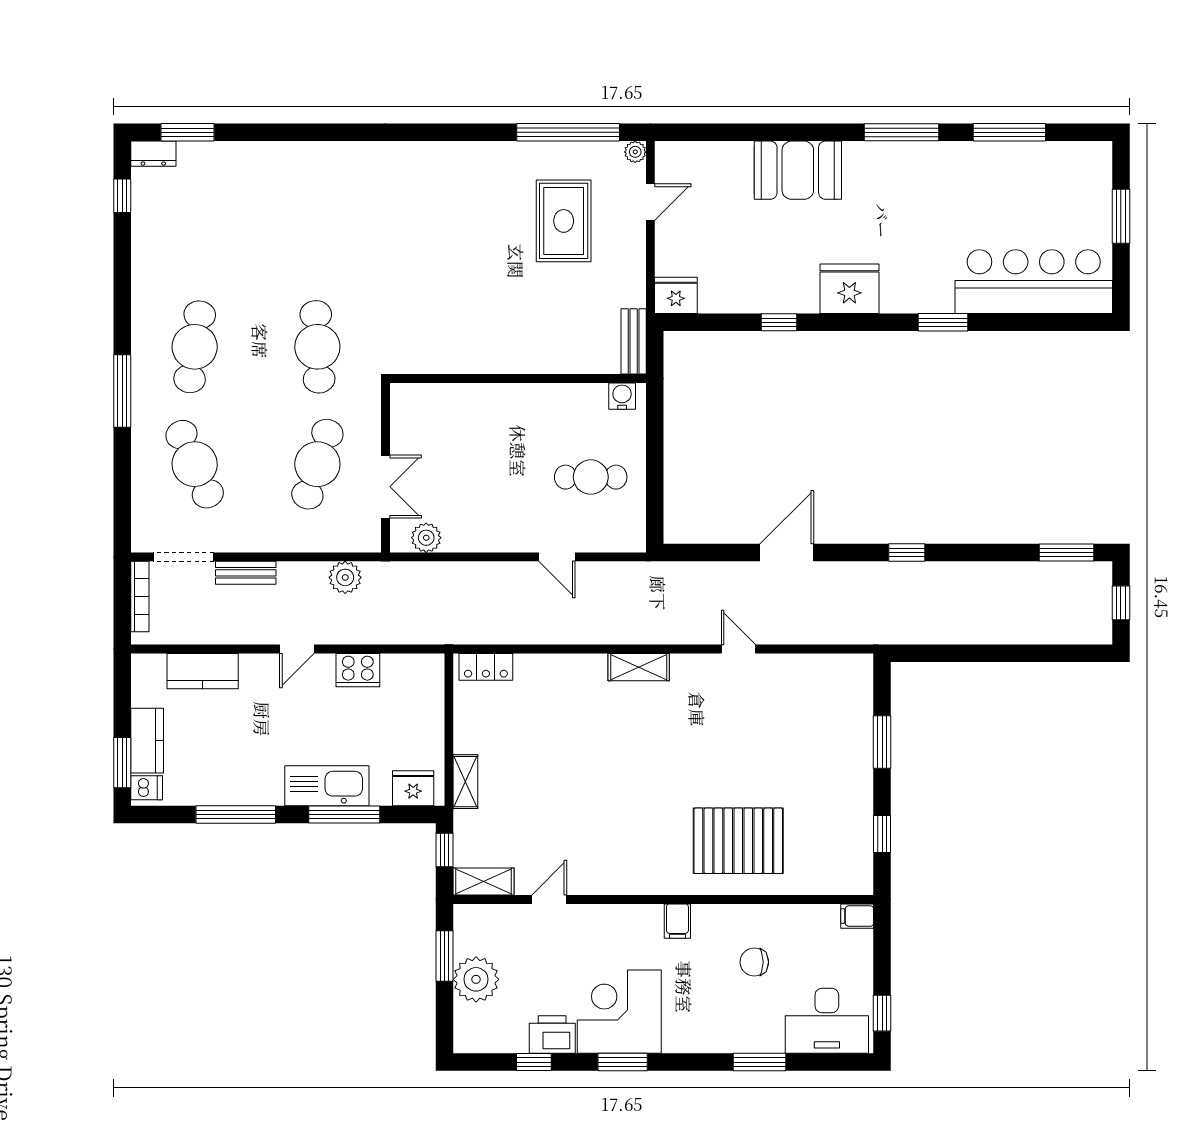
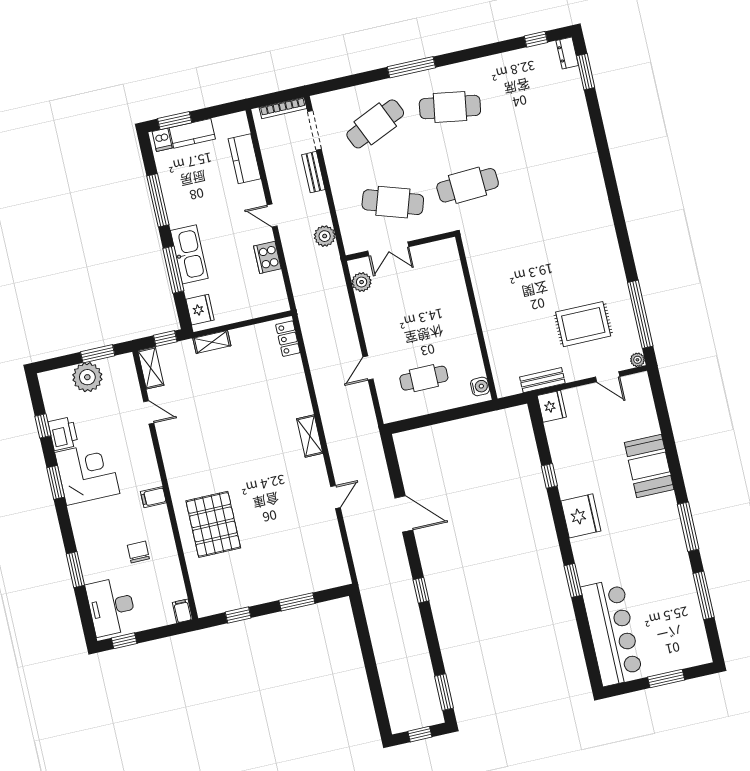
bench: (634, 341) -> (542, 380), moved
cafe table: (591, 477) -> (424, 378), turned 90

